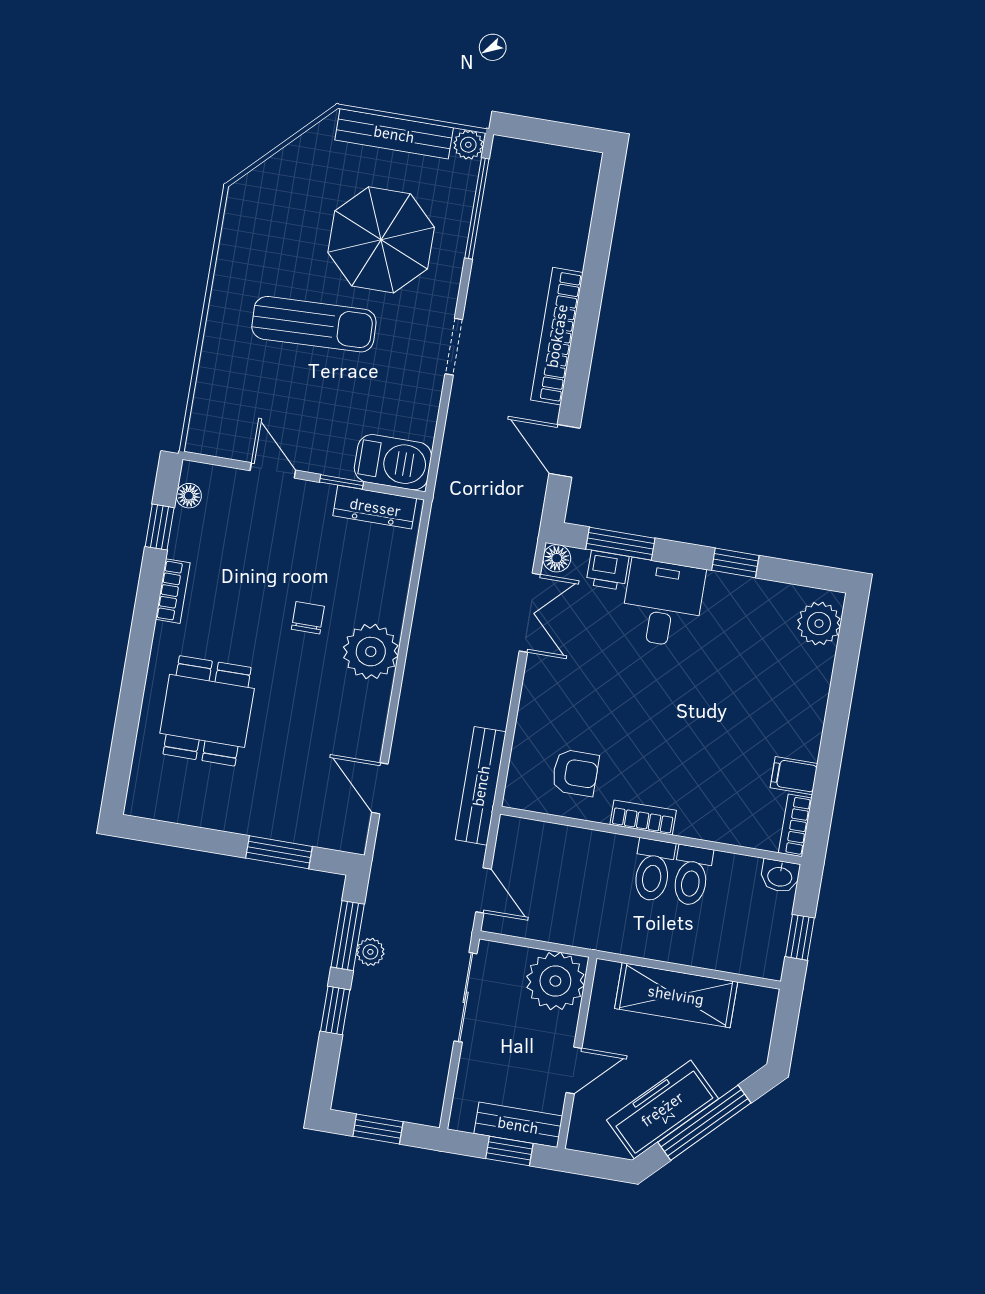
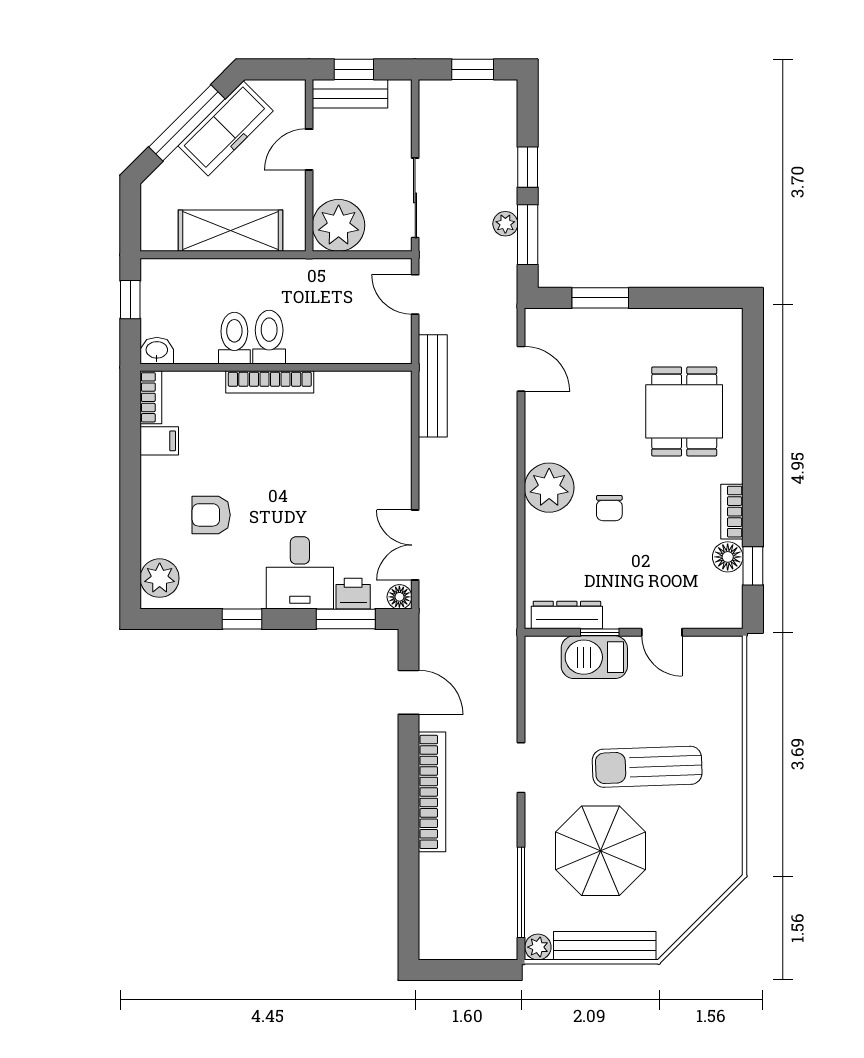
barbecue: (393, 462) -> (594, 657), moved
floor lamp: (189, 496) -> (728, 557), moved, width x1.37, depth x1.37
armchair: (575, 773) -> (211, 515), moved
bookcase: (643, 817) -> (270, 382), width x1.56

